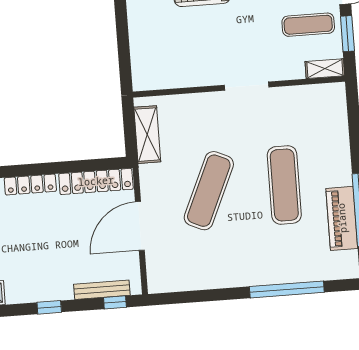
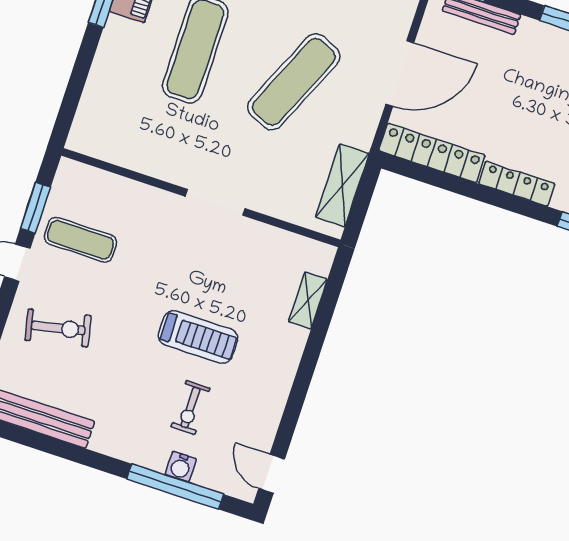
shelving: (325, 69) -> (308, 301), moved, turned 90
doorway: (246, 86) -> (215, 202), moved

